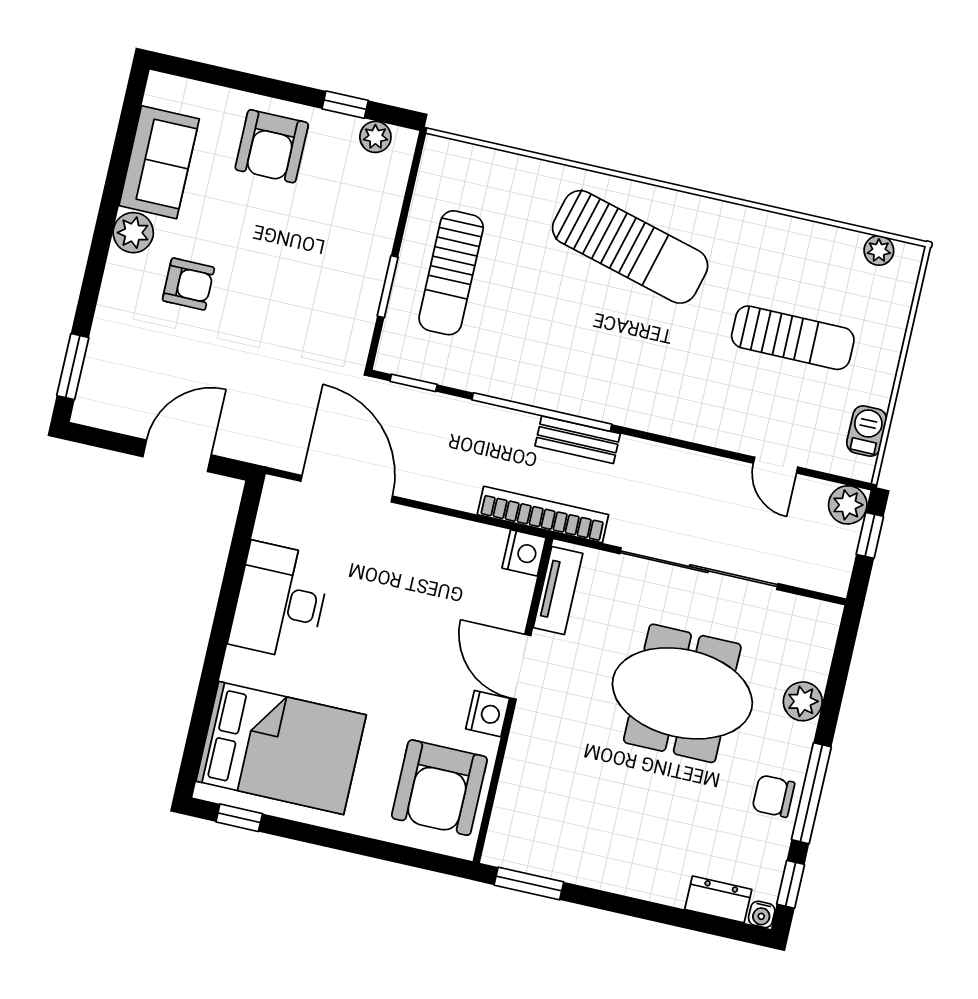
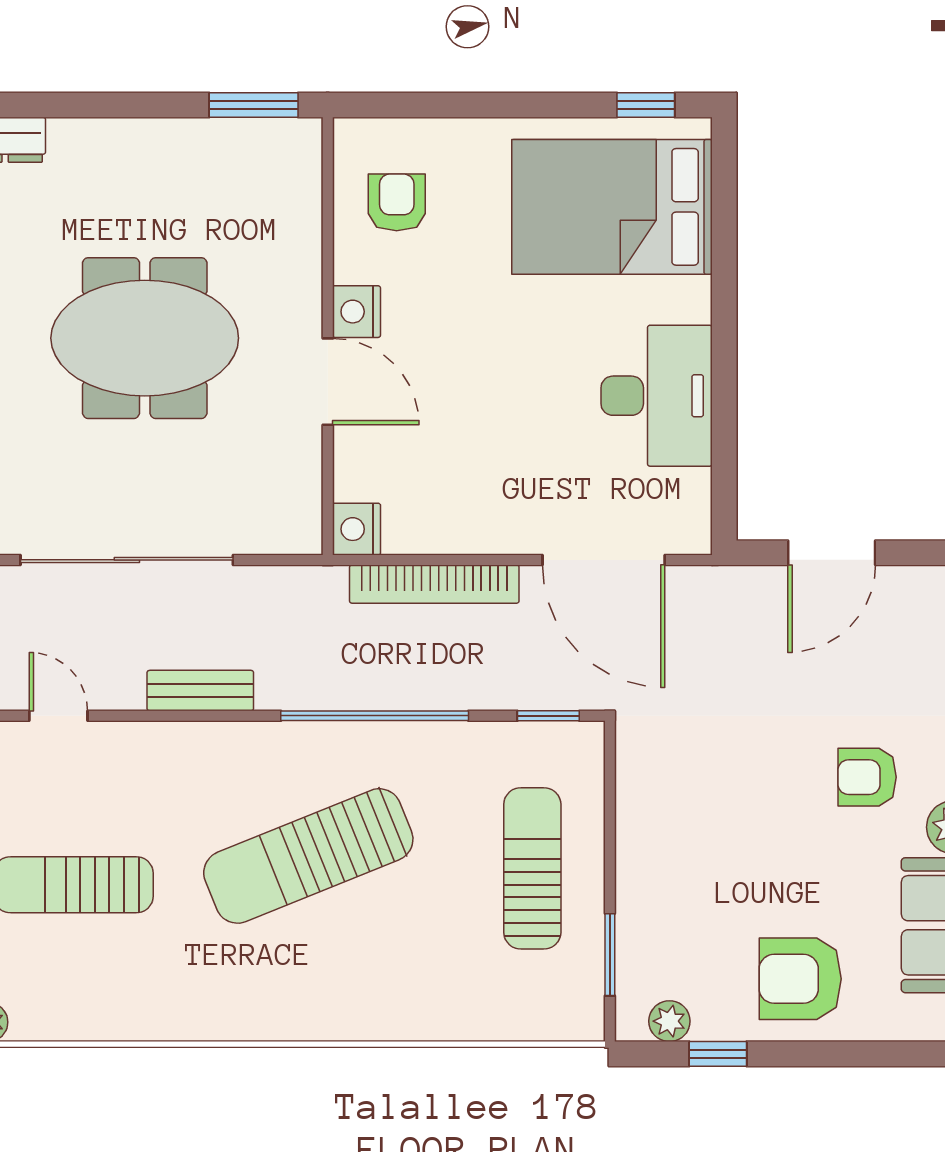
armchair: (272, 146) -> (800, 979), turned -90
sun lounger: (630, 247) -> (308, 856), moved, turned -37
window: (388, 287) -> (610, 955), moved
bench: (578, 440) -> (200, 691), moved
bookcase: (543, 515) -> (434, 584), moved
tv unit: (558, 591) -> (302, 491), removed
meeting table: (682, 693) -> (145, 338), moved
armchair: (439, 788) -> (397, 202), width x0.53, depth x0.53

